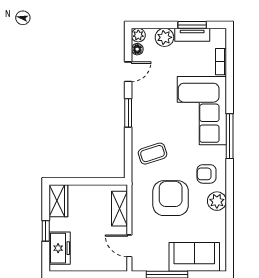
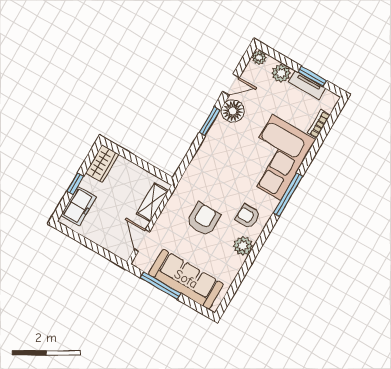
floor lamp: (137, 49) -> (233, 111), moved, width x1.89, depth x1.89
coffee table: (153, 154) -> (210, 170), removed
armchair: (171, 198) -> (203, 219), width x0.73, depth x0.73
sofa: (194, 257) -> (186, 279), width x1.36

